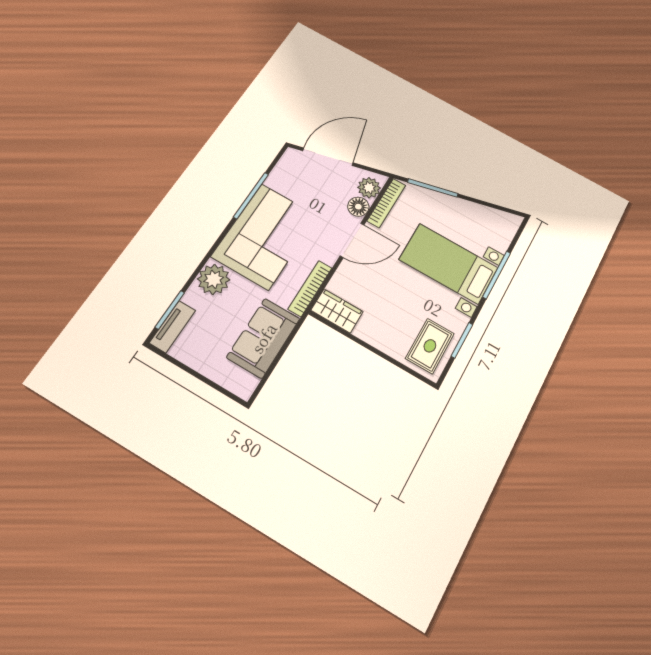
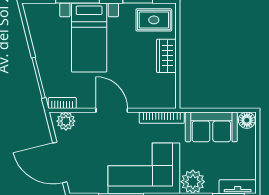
bookcase: (386, 203) -> (62, 103), width x0.64
floor lamp: (358, 207) -> (247, 120), moved
wardrobe: (337, 311) -> (166, 56), moved

